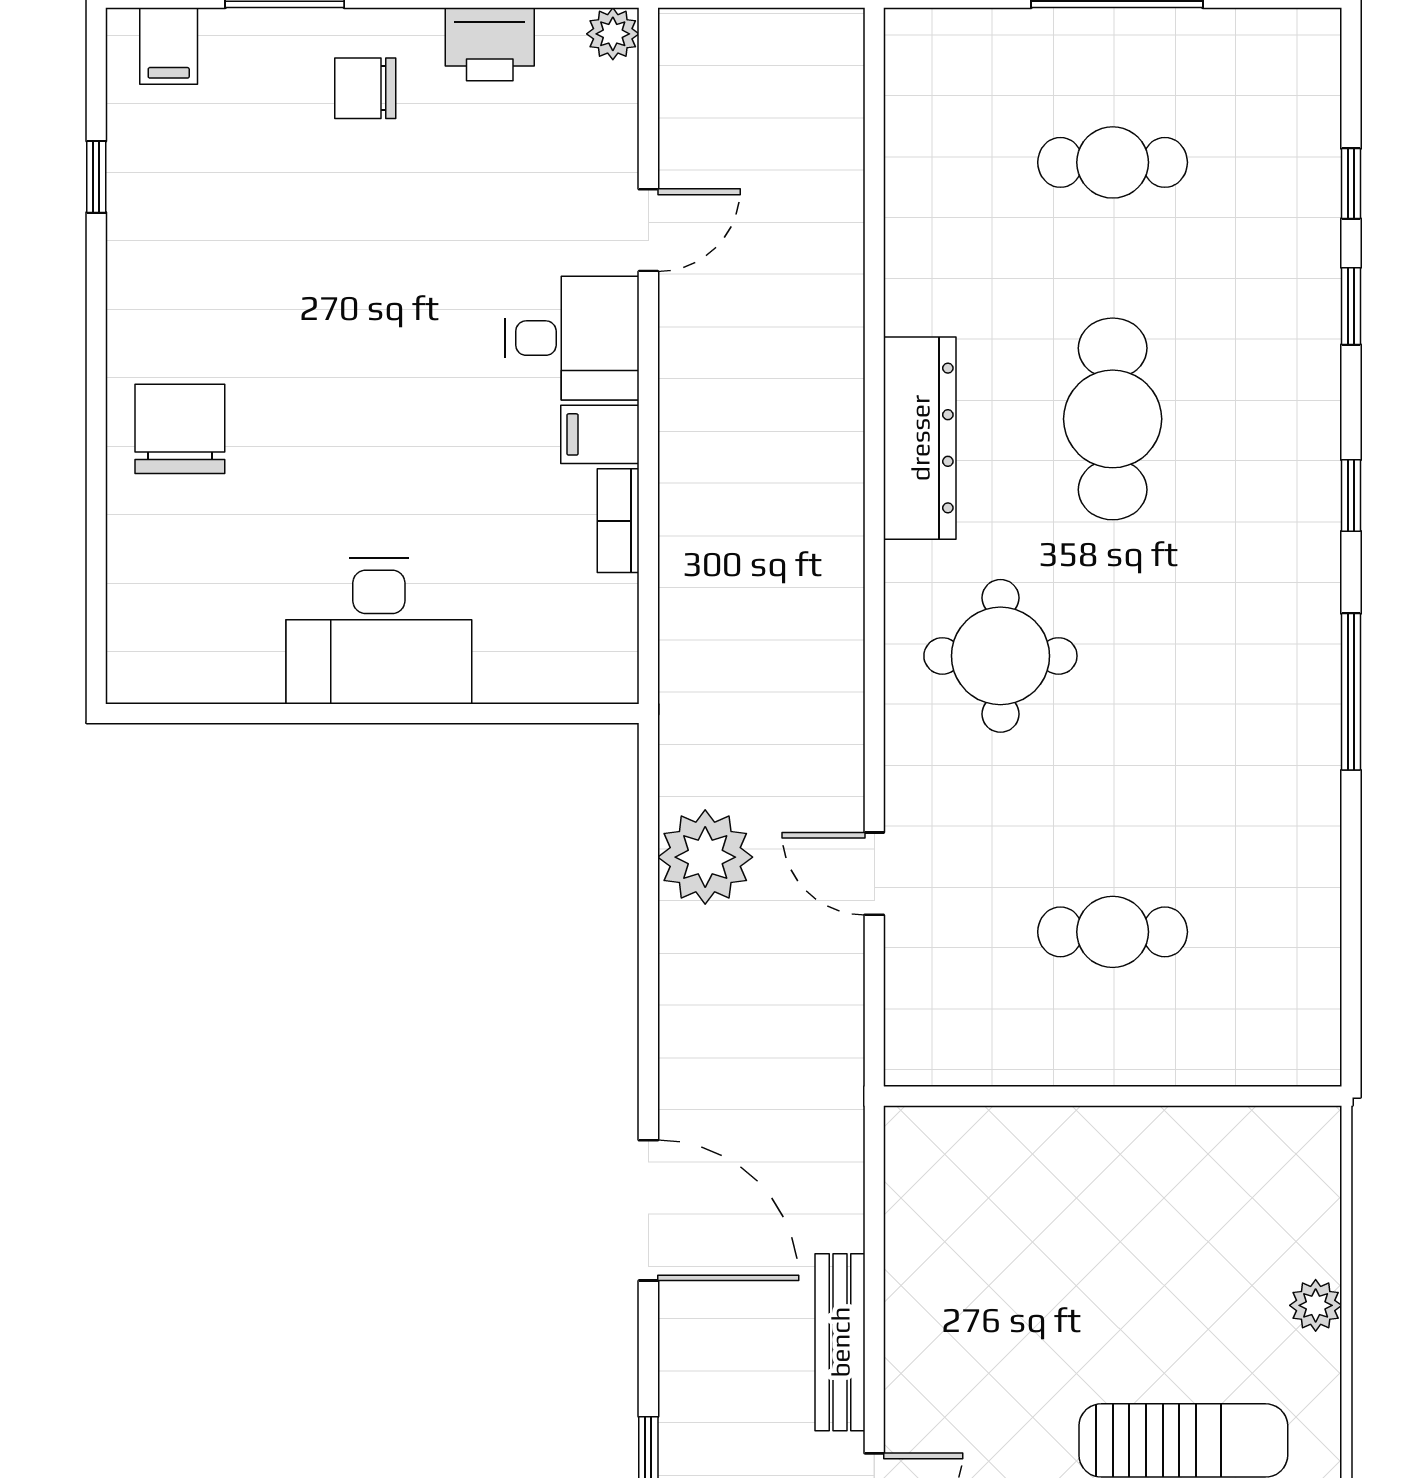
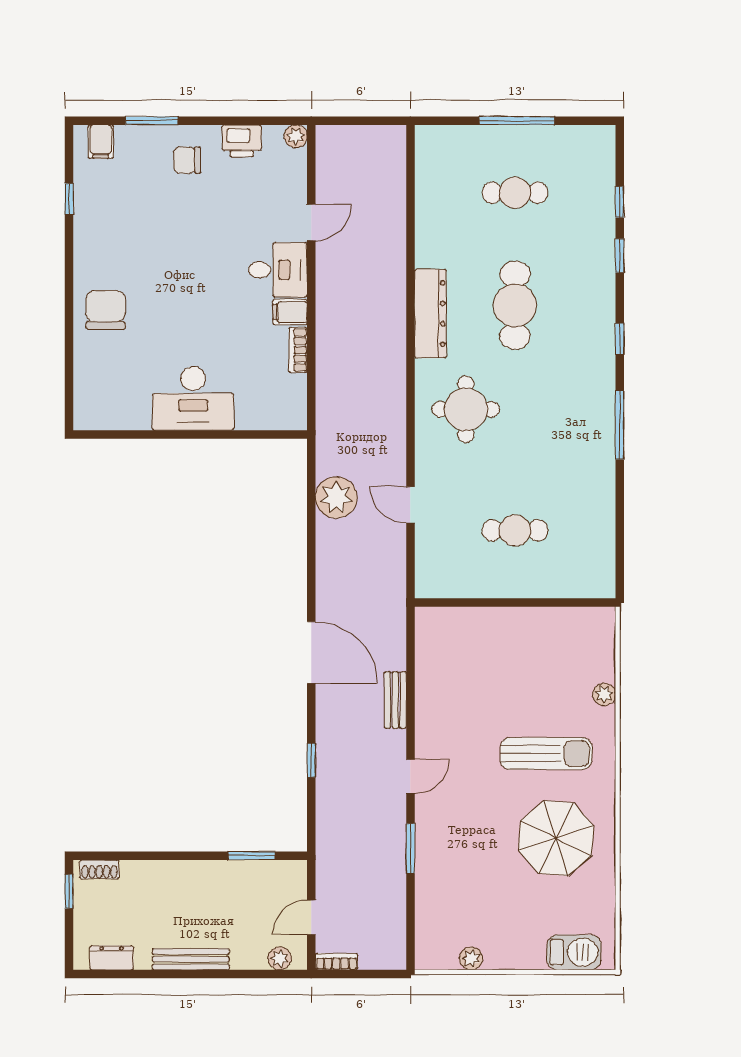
bench: (840, 1342) -> (395, 700), width x0.73

